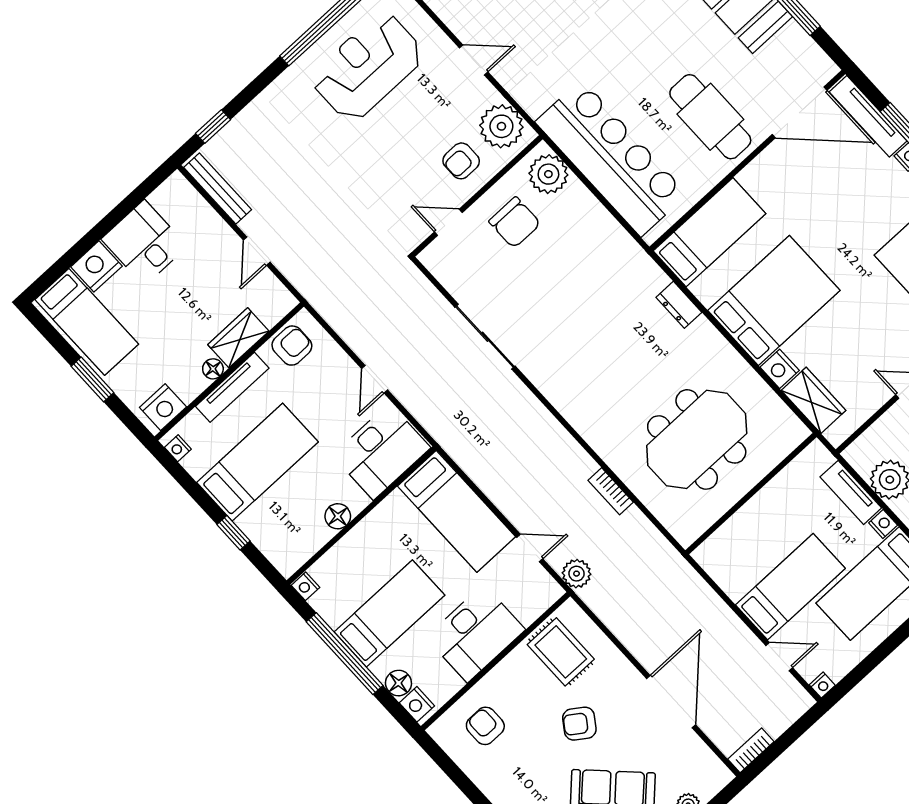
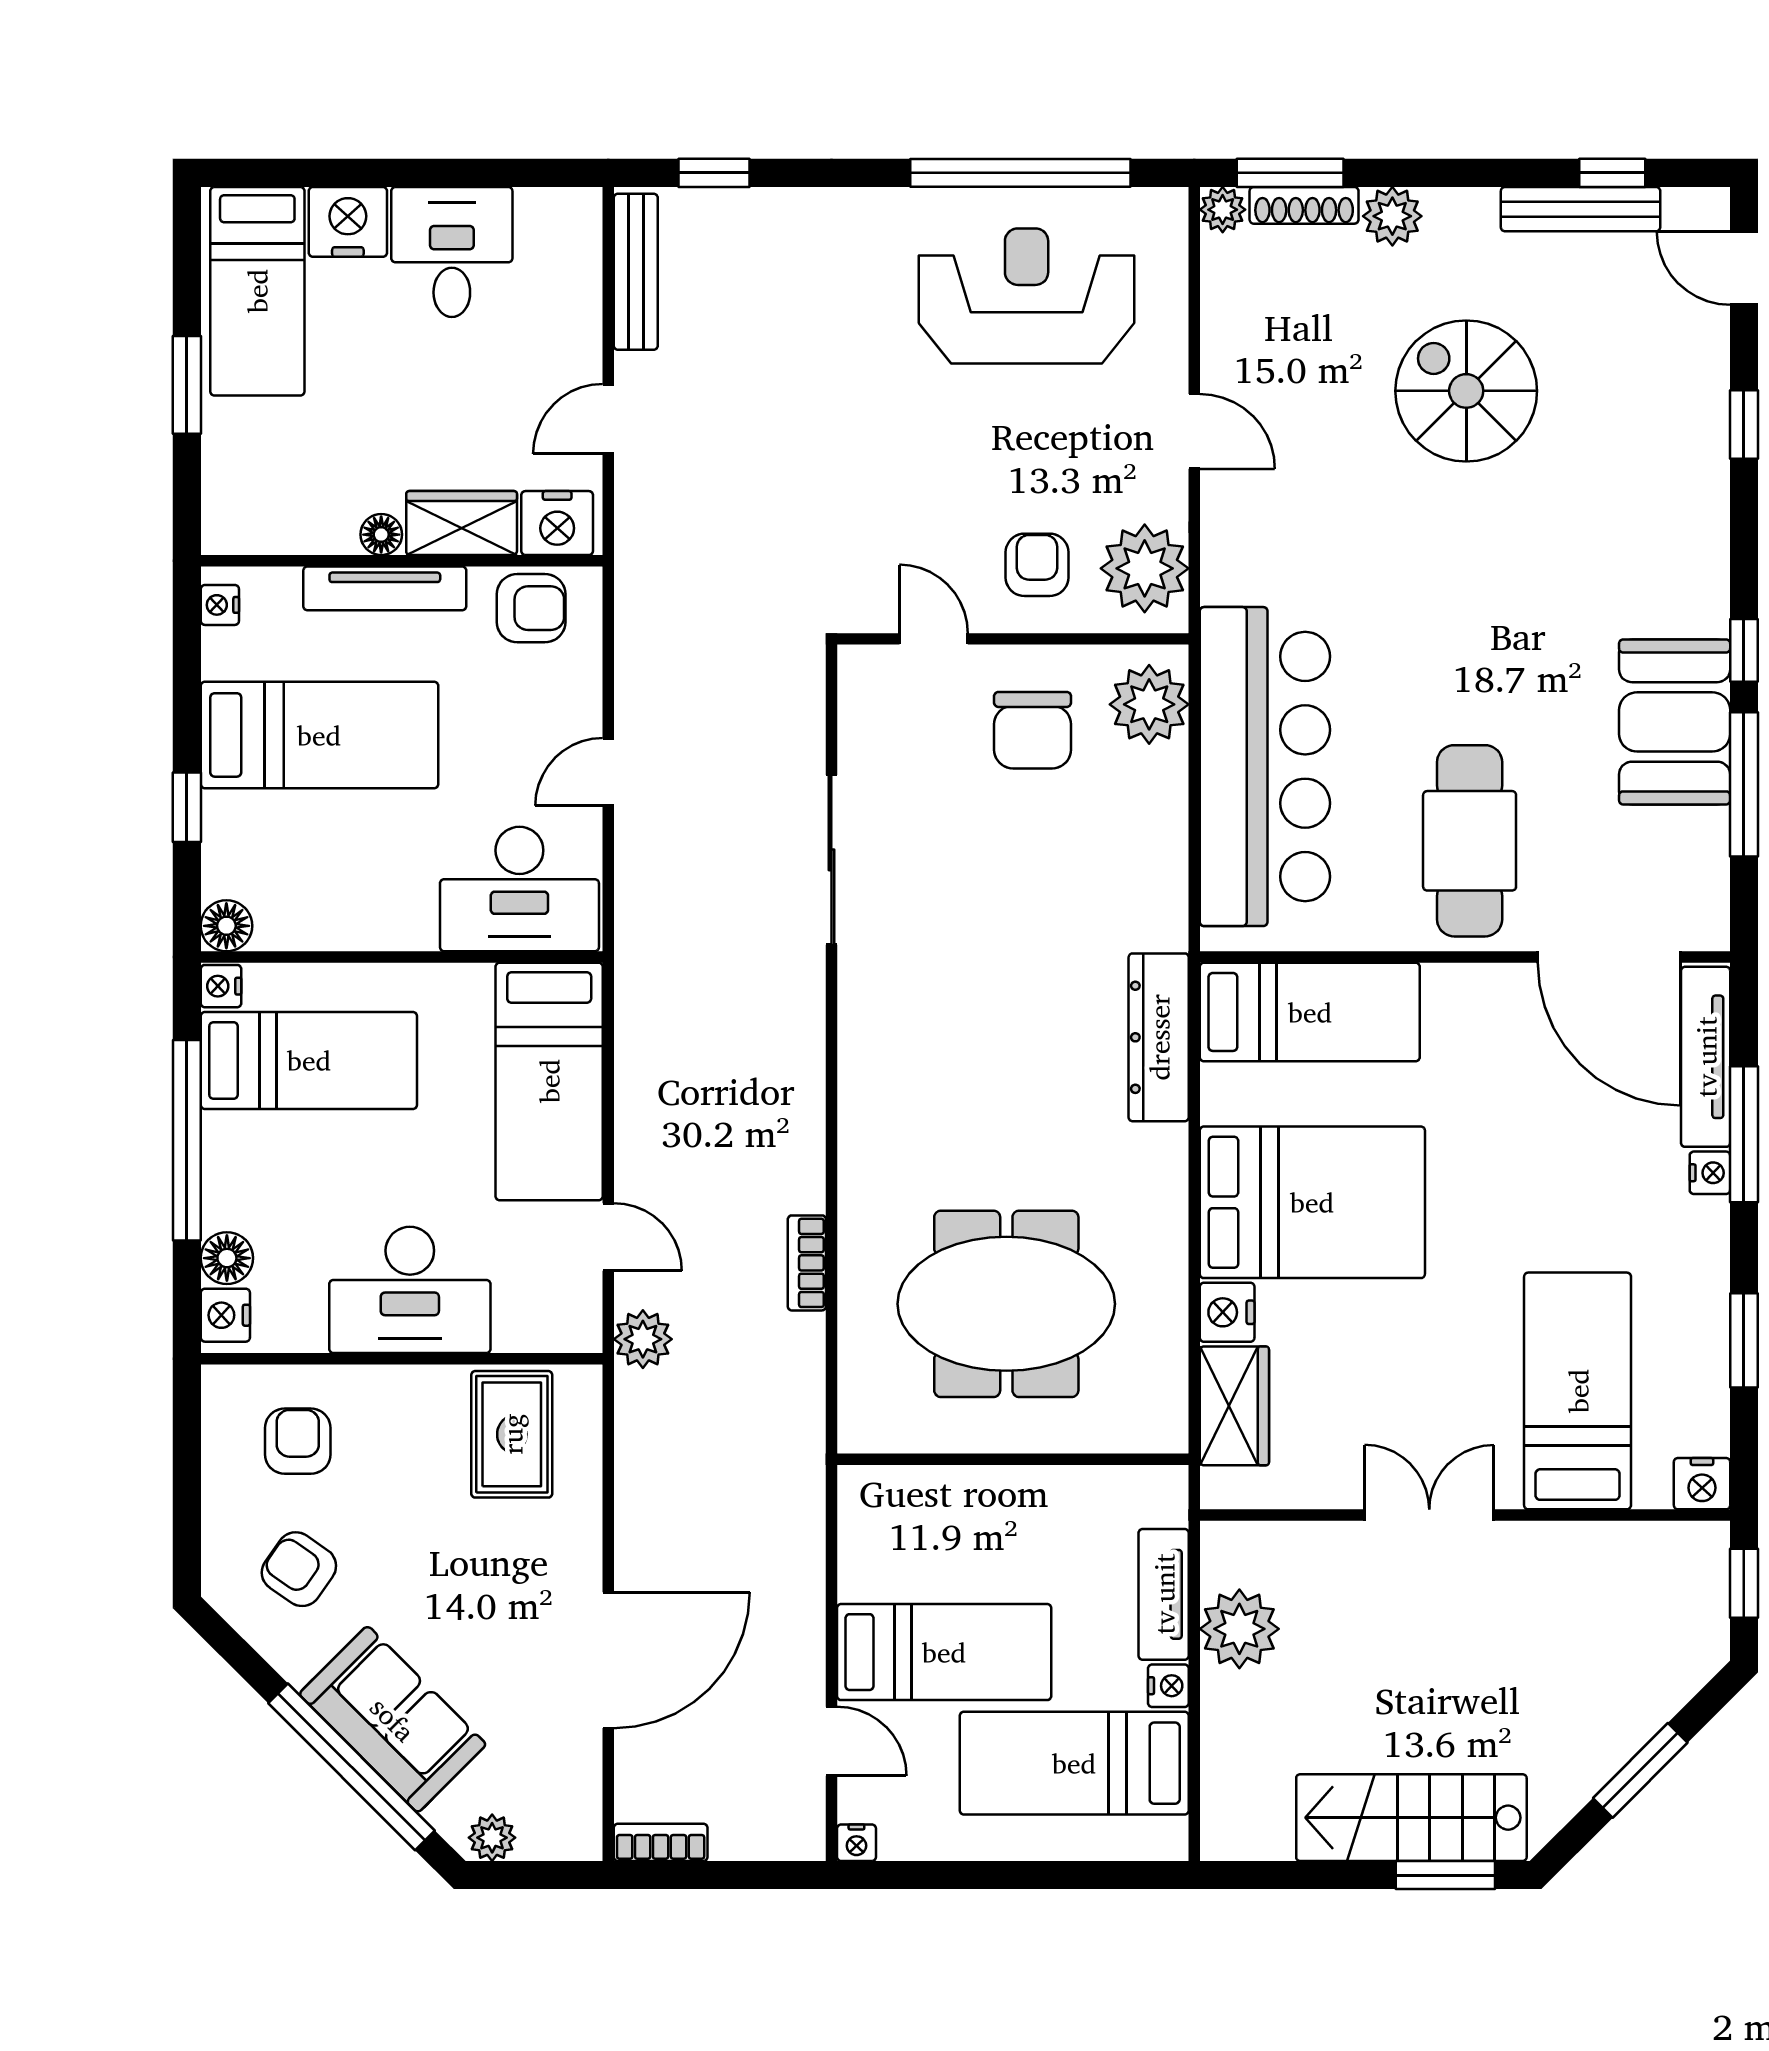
armchair: (461, 161) -> (1037, 565), turned 90
dresser: (679, 305) -> (1159, 1037), width x1.96, depth x1.24
nightstand: (163, 407) -> (557, 523), moved
floor lamp: (338, 516) -> (226, 926), moved
bed: (389, 613) -> (309, 1060), moved
armchair: (579, 724) -> (299, 1569), moved

